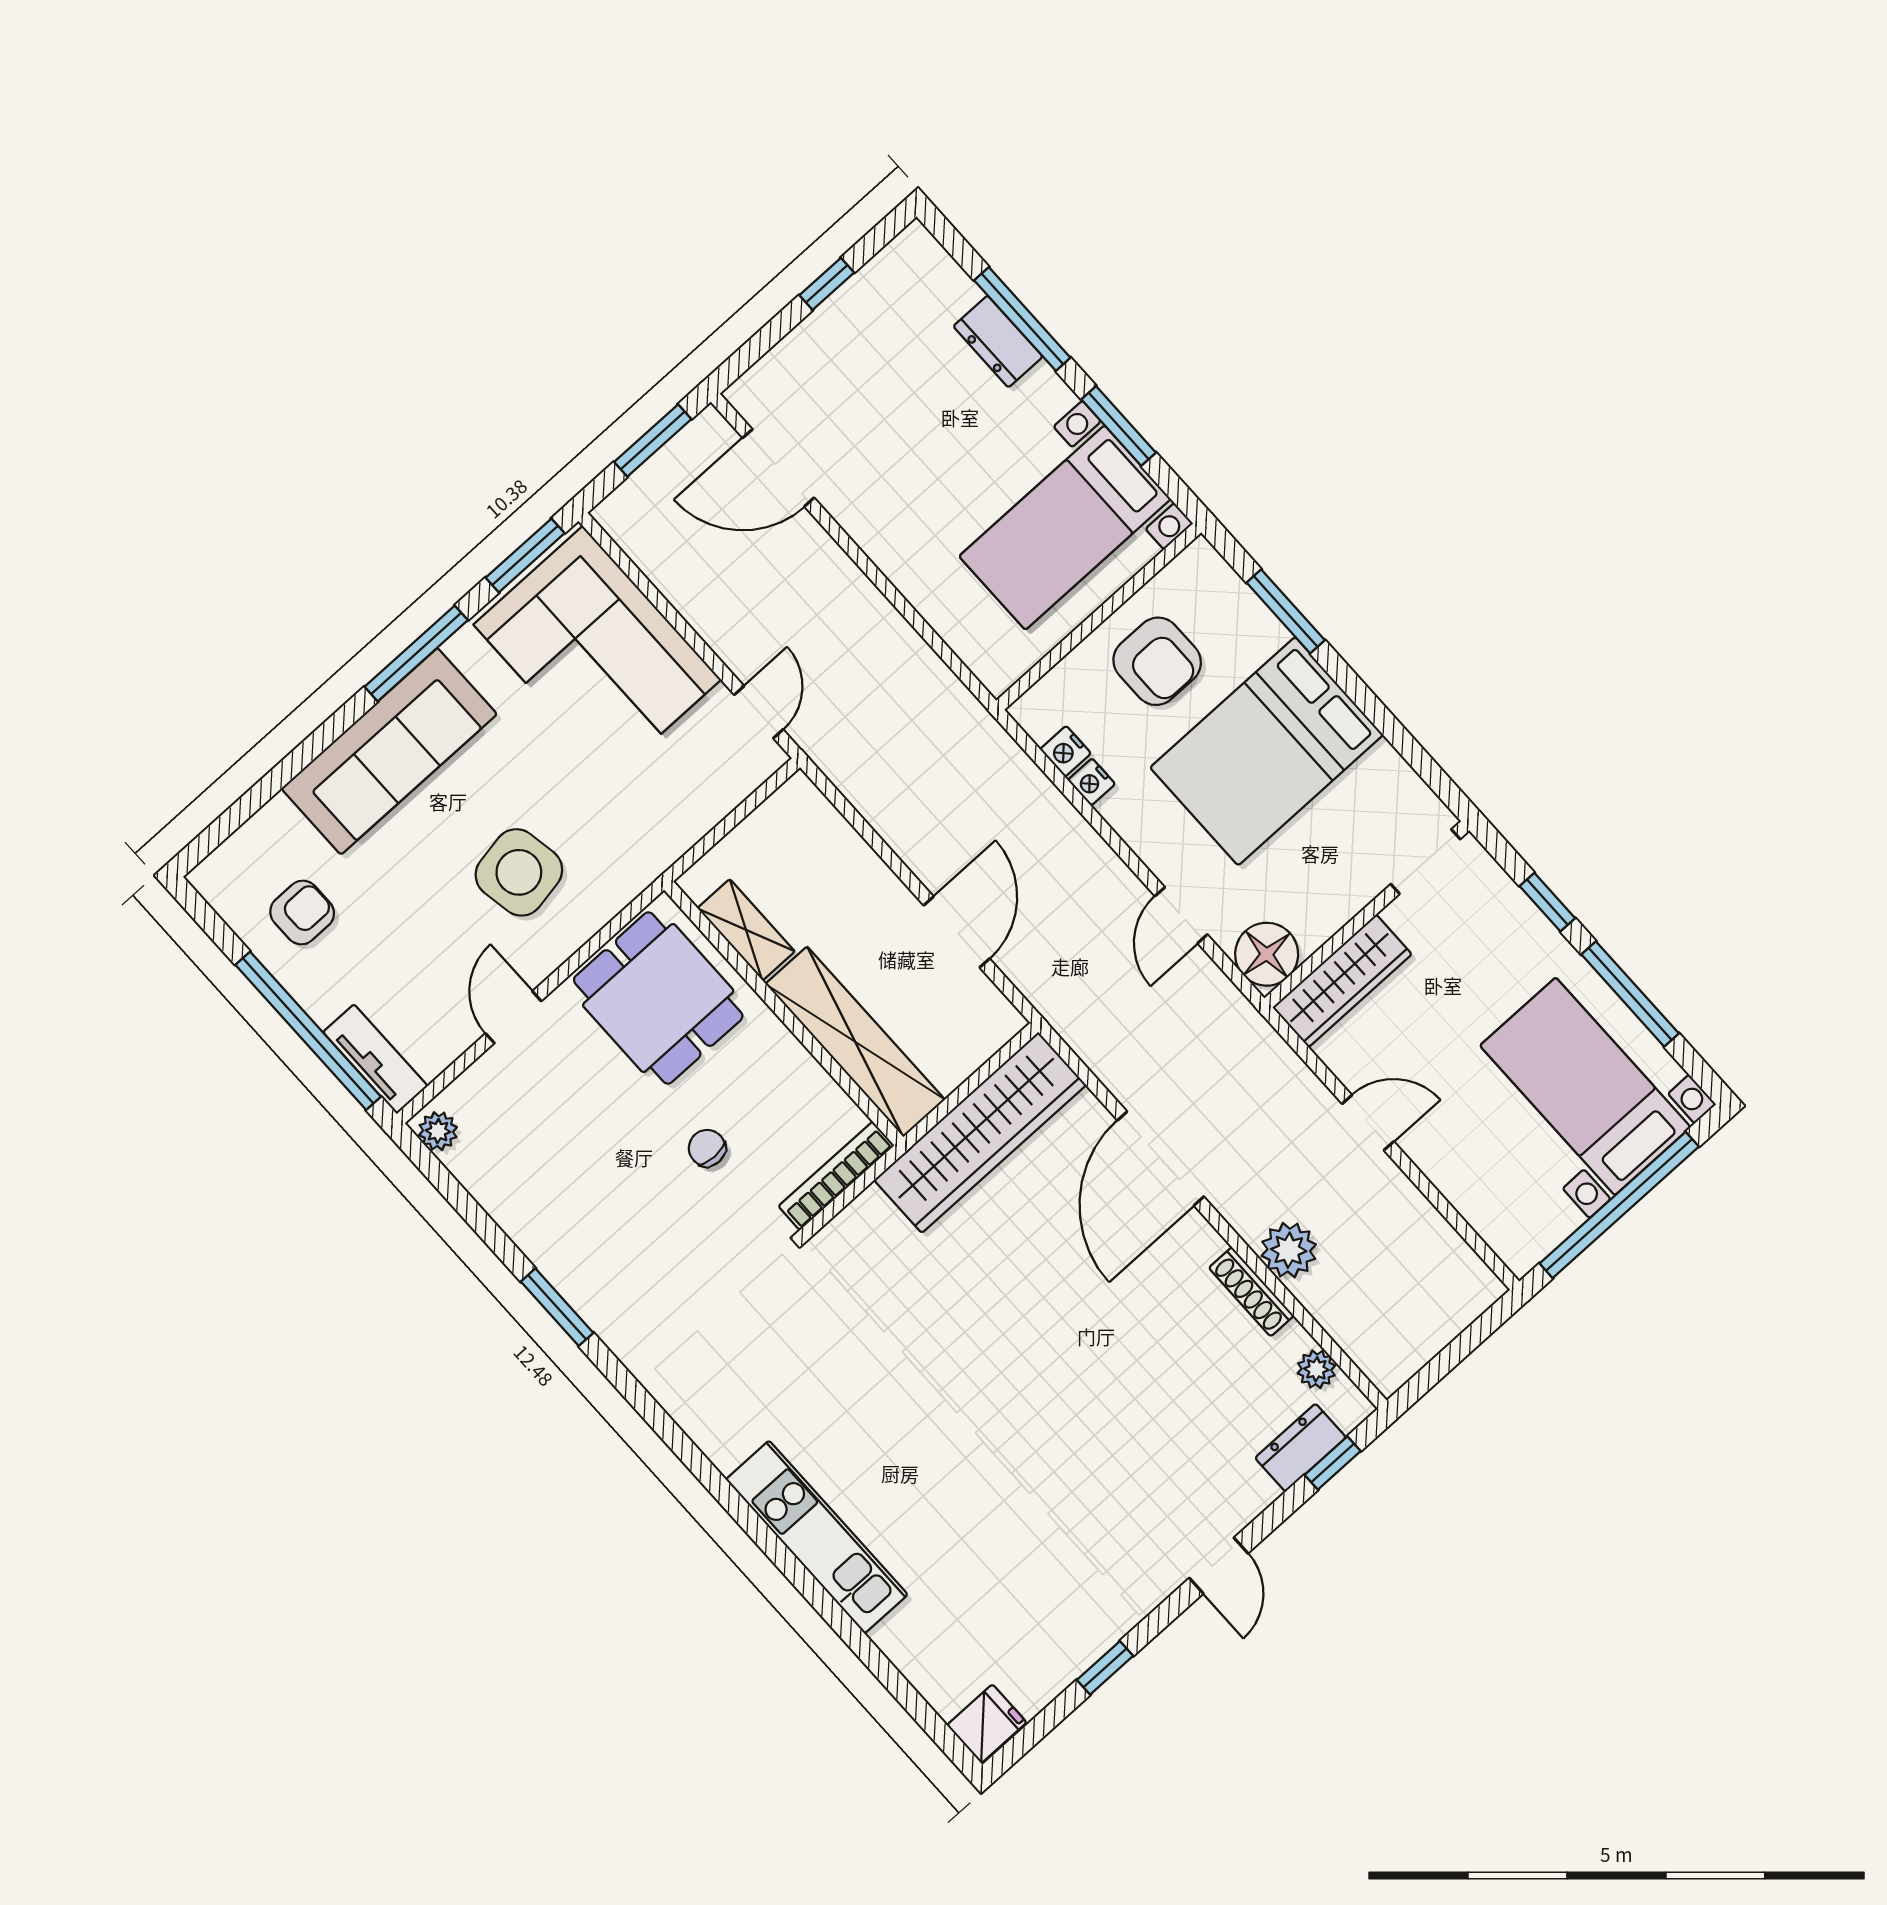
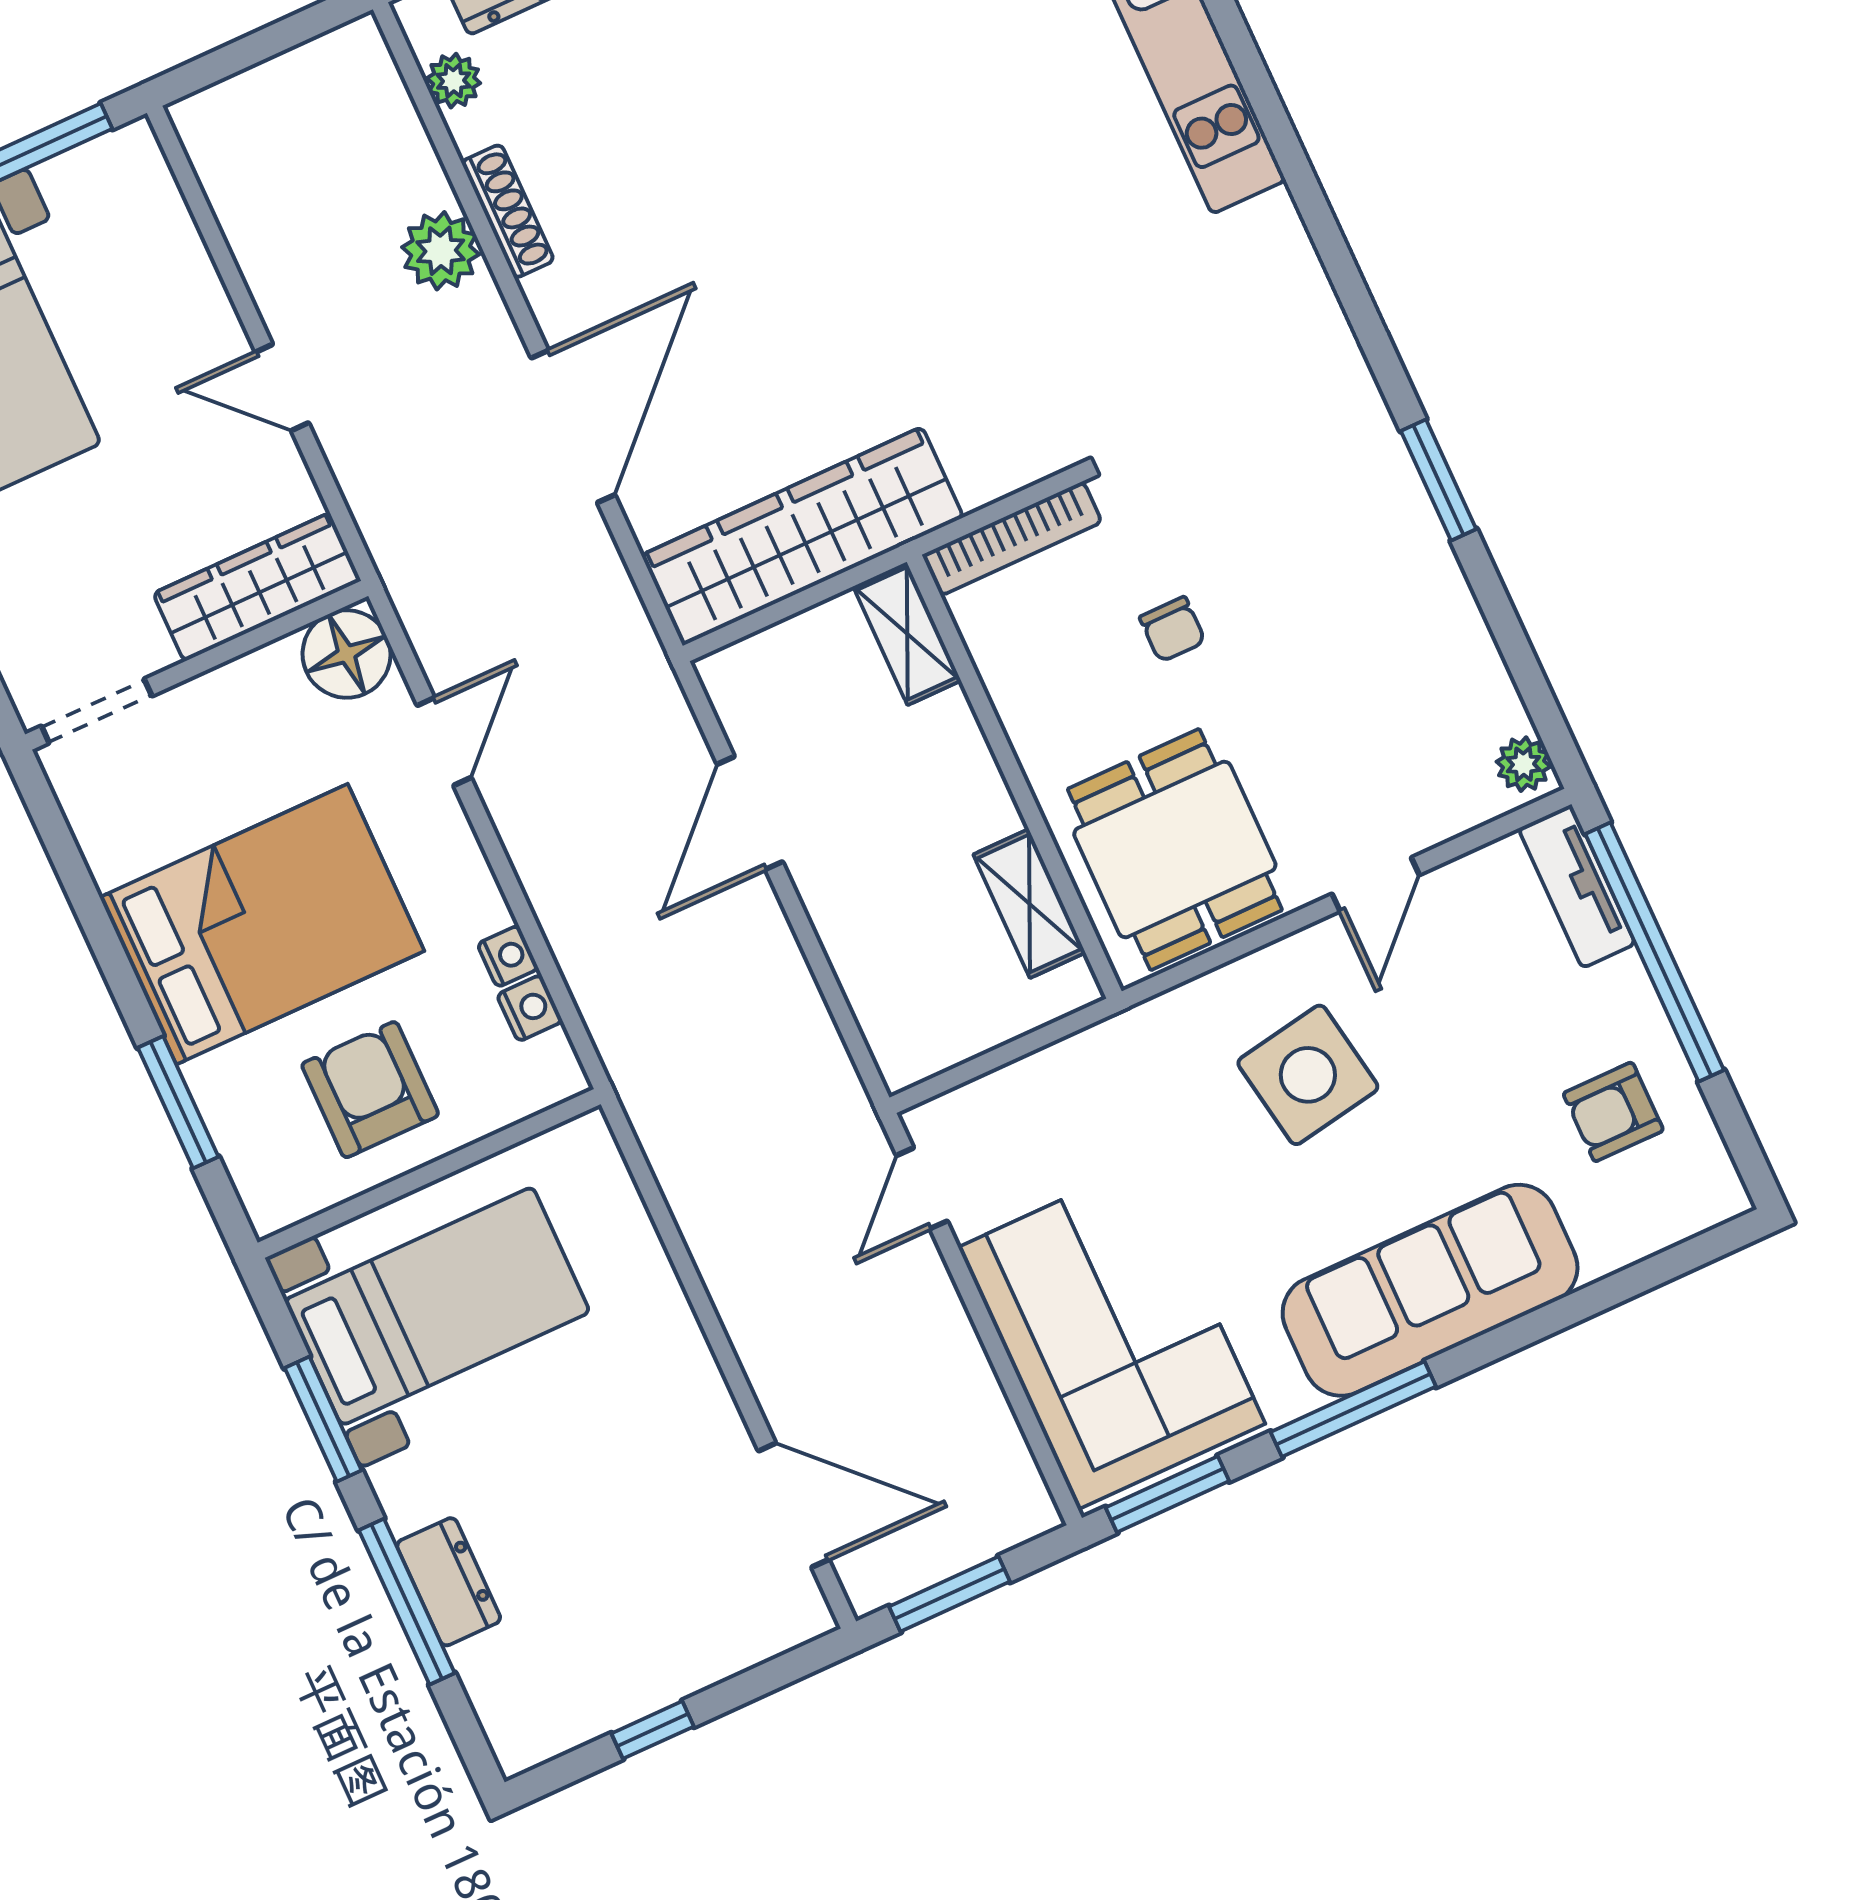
shelving: (855, 1042) -> (907, 634), width x0.45, depth x0.75

